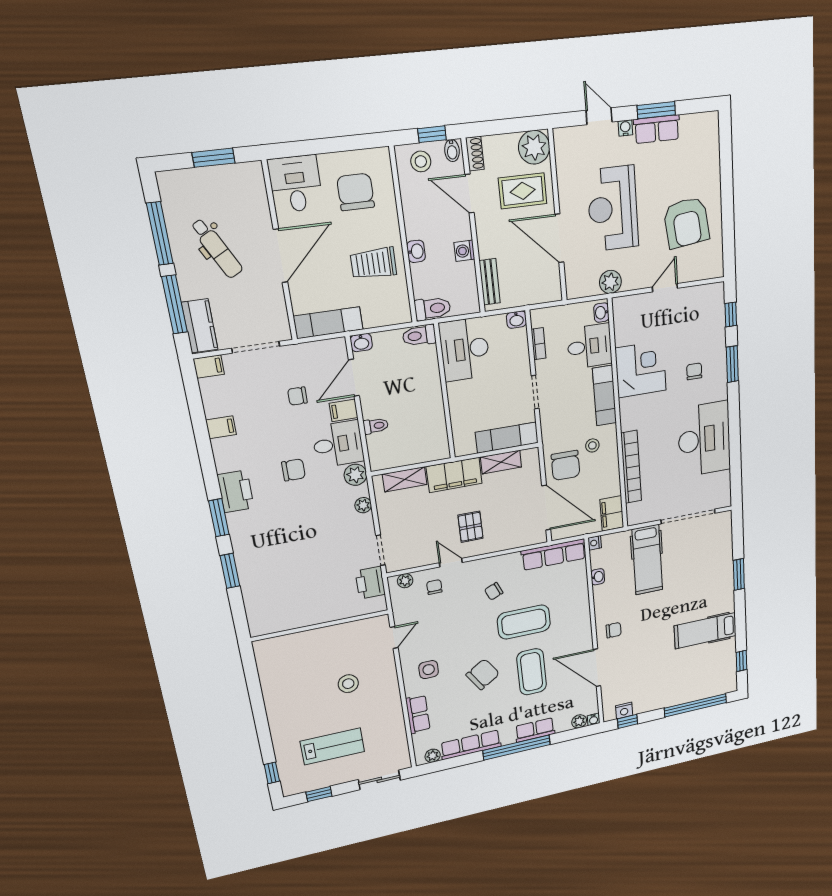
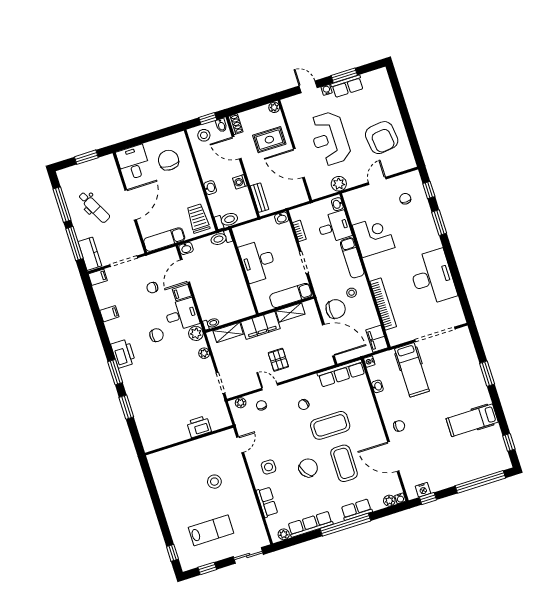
plant: (534, 147) -> (274, 107), width x0.53, depth x0.53
trolley: (374, 263) -> (198, 218), moved, turned 90
desk: (465, 349) -> (258, 261), moved
chair: (694, 371) -> (405, 199), moved
toilet: (376, 426) -> (211, 323), moved
chair: (566, 465) -> (336, 309), turned -90
printer: (370, 583) -> (199, 427), moved, turned 90

